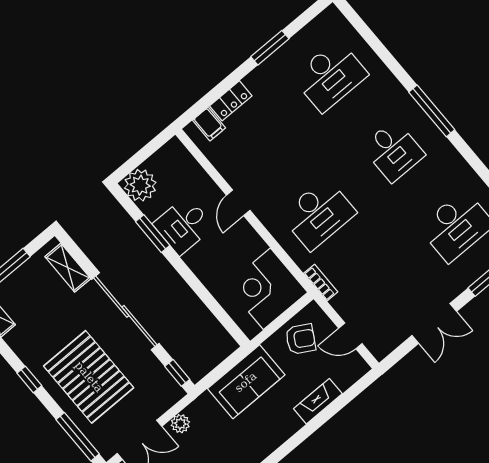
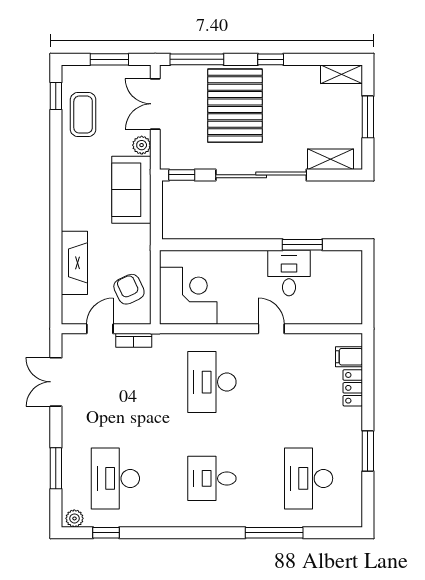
window: (432, 111) -> (274, 533), moved
plant: (140, 185) -> (347, 266), removed
bookcase: (321, 283) -> (134, 340), moved
double door: (434, 323) -> (56, 382), moved
armchair: (301, 339) -> (129, 289), turned 125
pallet: (89, 377) -> (235, 106), turned 90
sofa: (246, 382) -> (131, 190), moved
fireplace: (318, 401) -> (74, 263), width x1.37, depth x1.32

